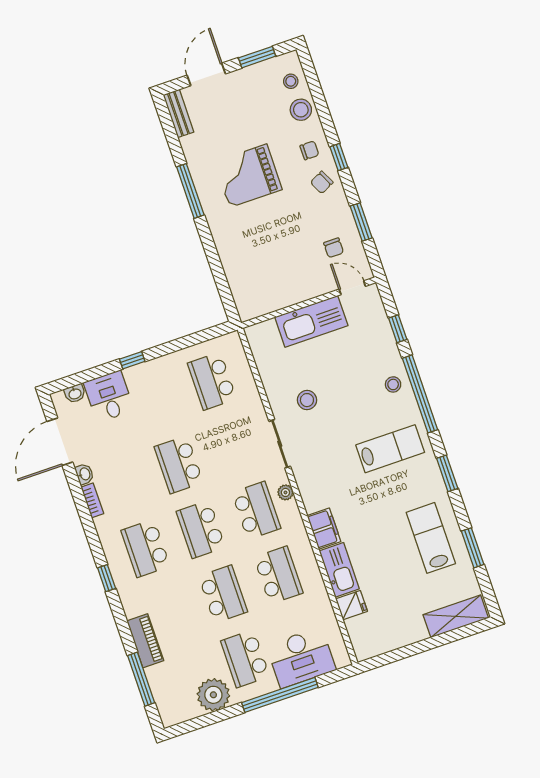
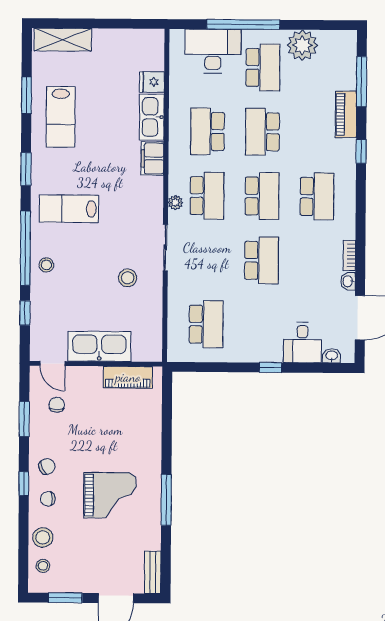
piano: (272, 300) -> (128, 377), added
school desk: (256, 510) -> (207, 196), turned 180
window: (107, 578) -> (361, 152), moved

